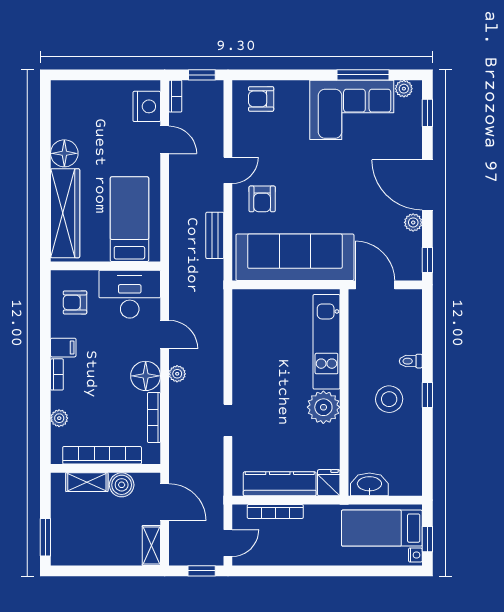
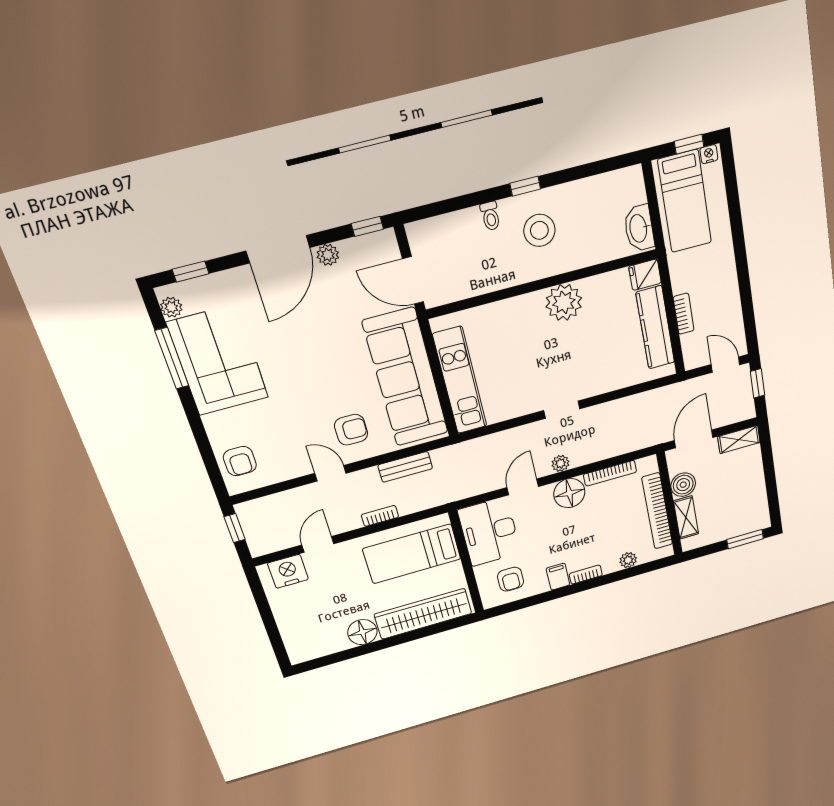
bookcase: (175, 96) -> (380, 516), moved
door: (375, 285) -> (413, 281), hinge flipped
kitchen unit: (326, 342) -> (460, 381), moved, turned -90
doorway: (228, 420) -> (562, 410), moved
bookcase: (275, 511) -> (684, 314), width x0.64

